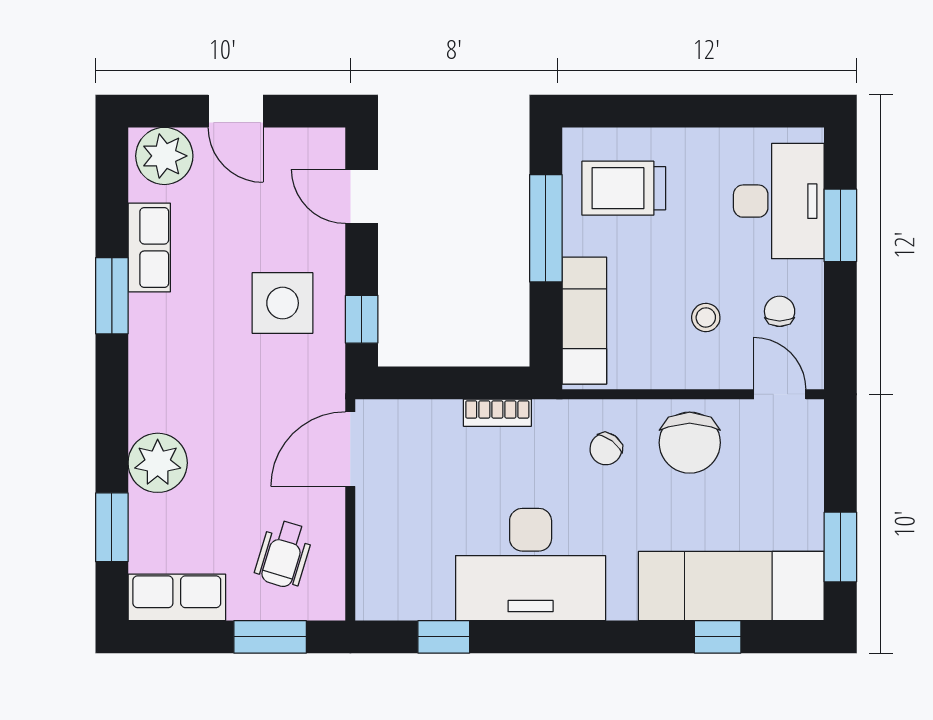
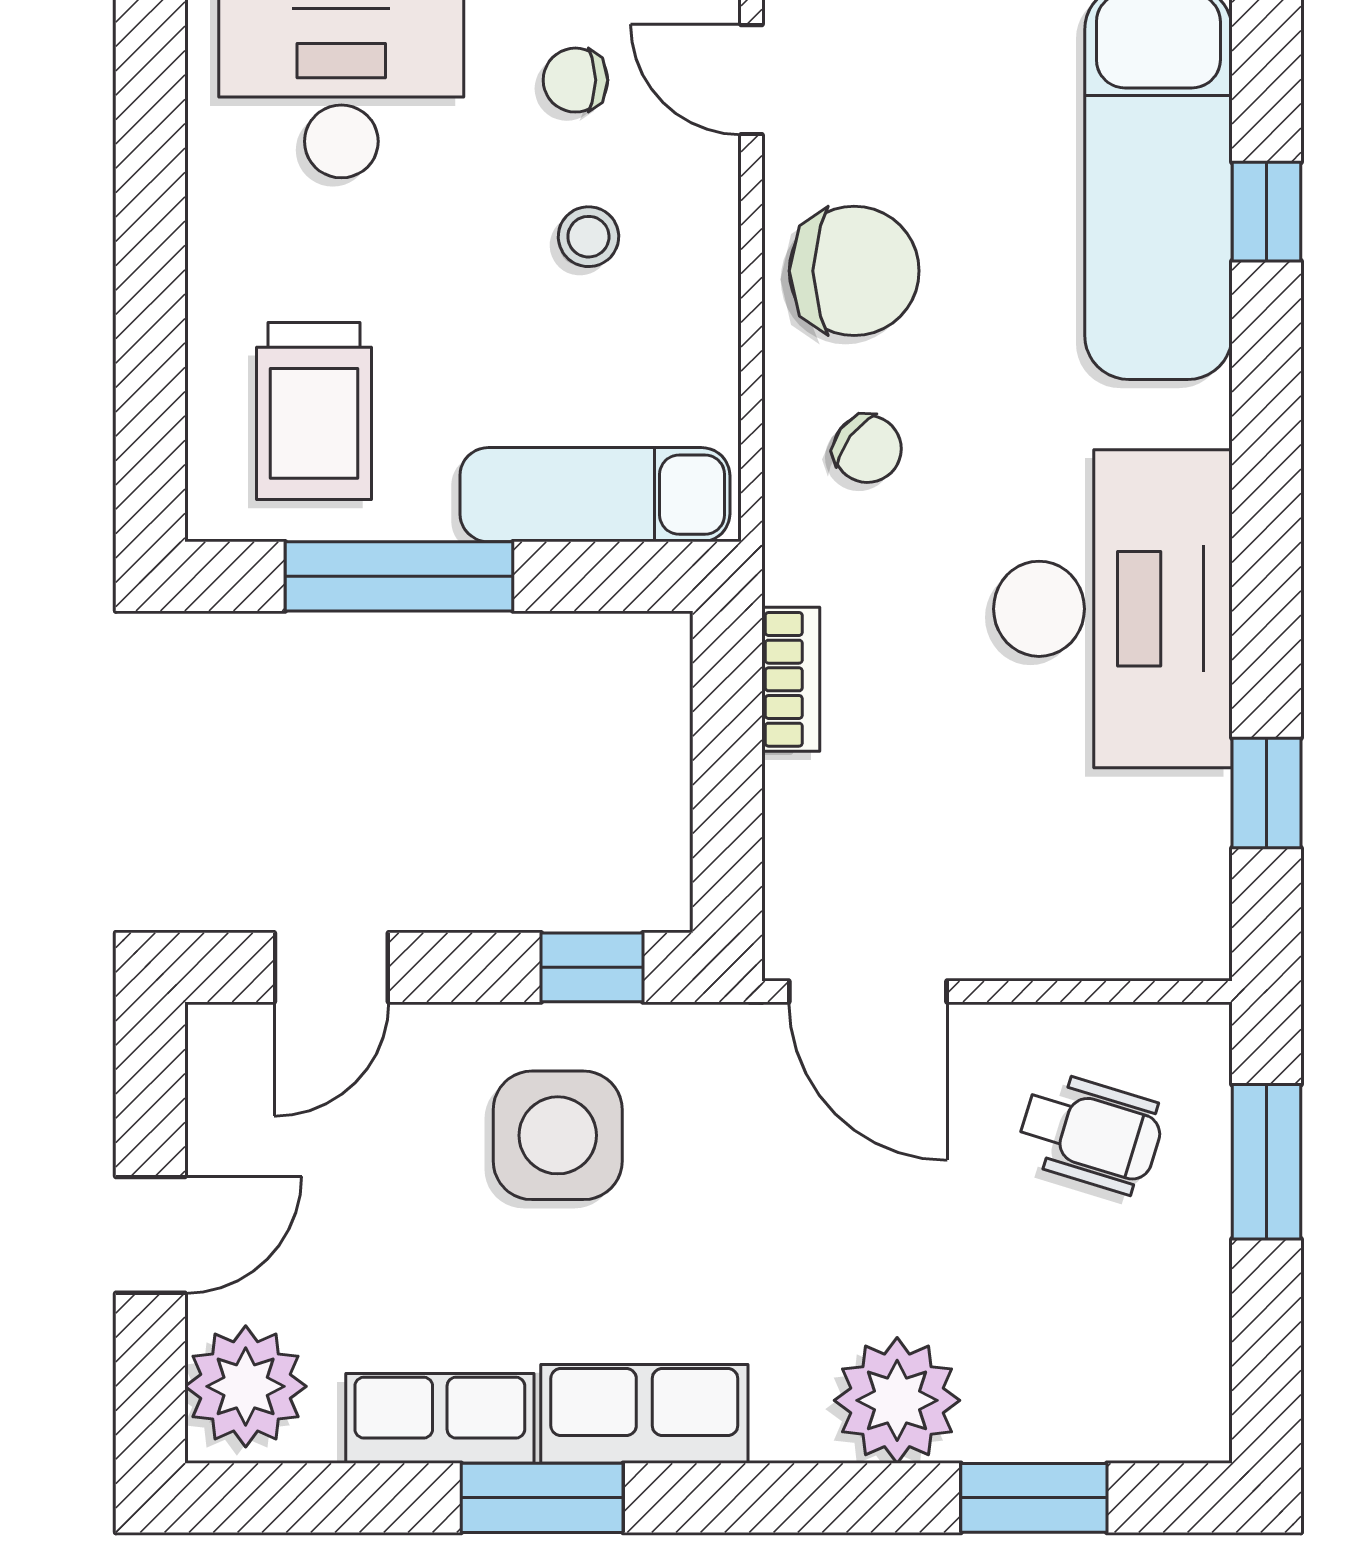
door: (780, 394) -> (752, 80), hinge flipped
row of seats: (177, 597) -> (644, 1414), moved, turned 90

